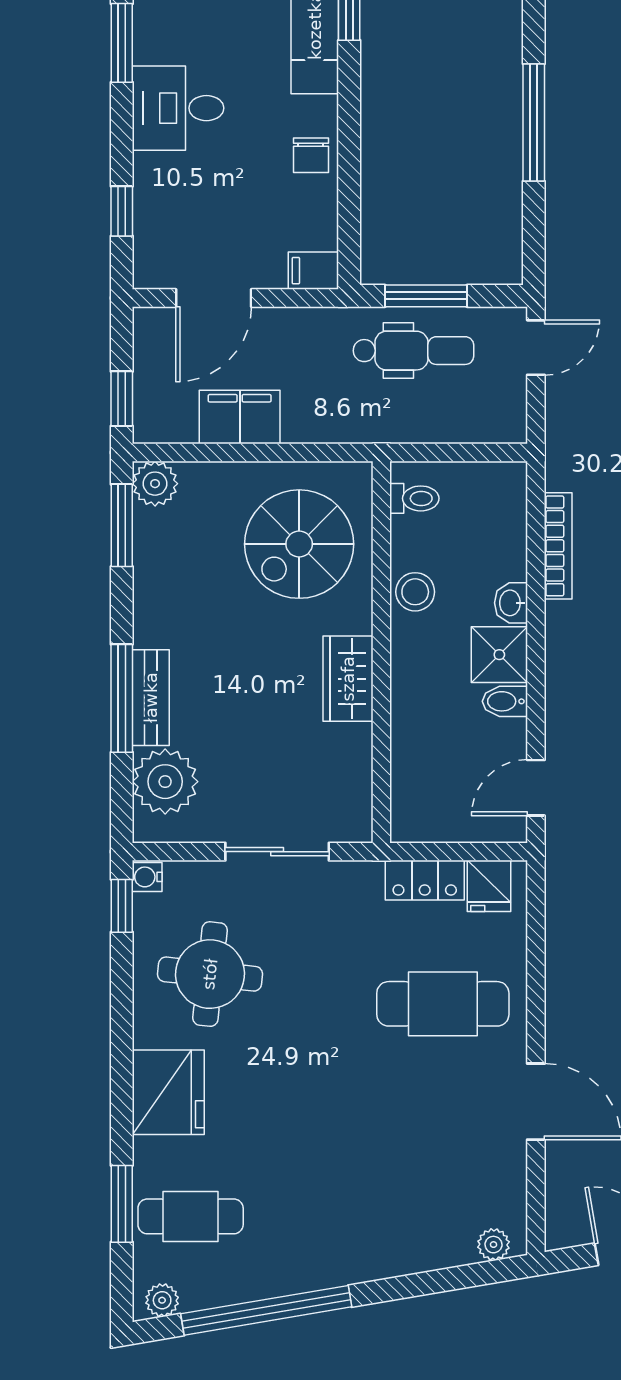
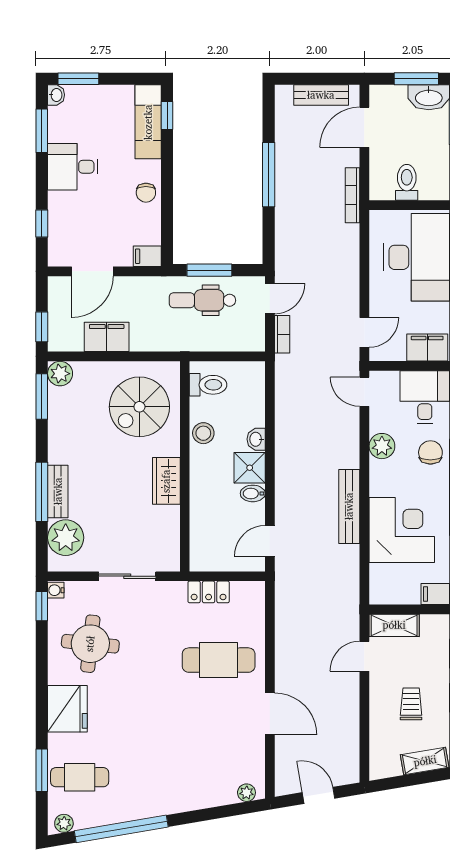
dental chair: (413, 351) -> (202, 300), turned 180
toilet: (414, 498) -> (208, 385), width x1.37, depth x1.39
bookcase: (558, 546) -> (282, 334), moved, width x0.64
fridge: (489, 886) -> (244, 595), removed

